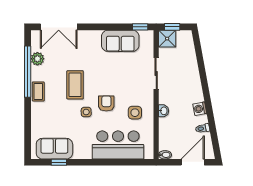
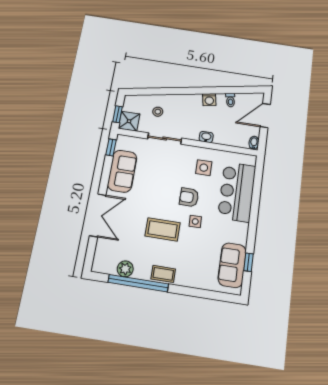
double door: (59, 27) -> (98, 215), moved
stool: (180, 63) -> (158, 112), added
door: (193, 162) -> (265, 115), hinge flipped

